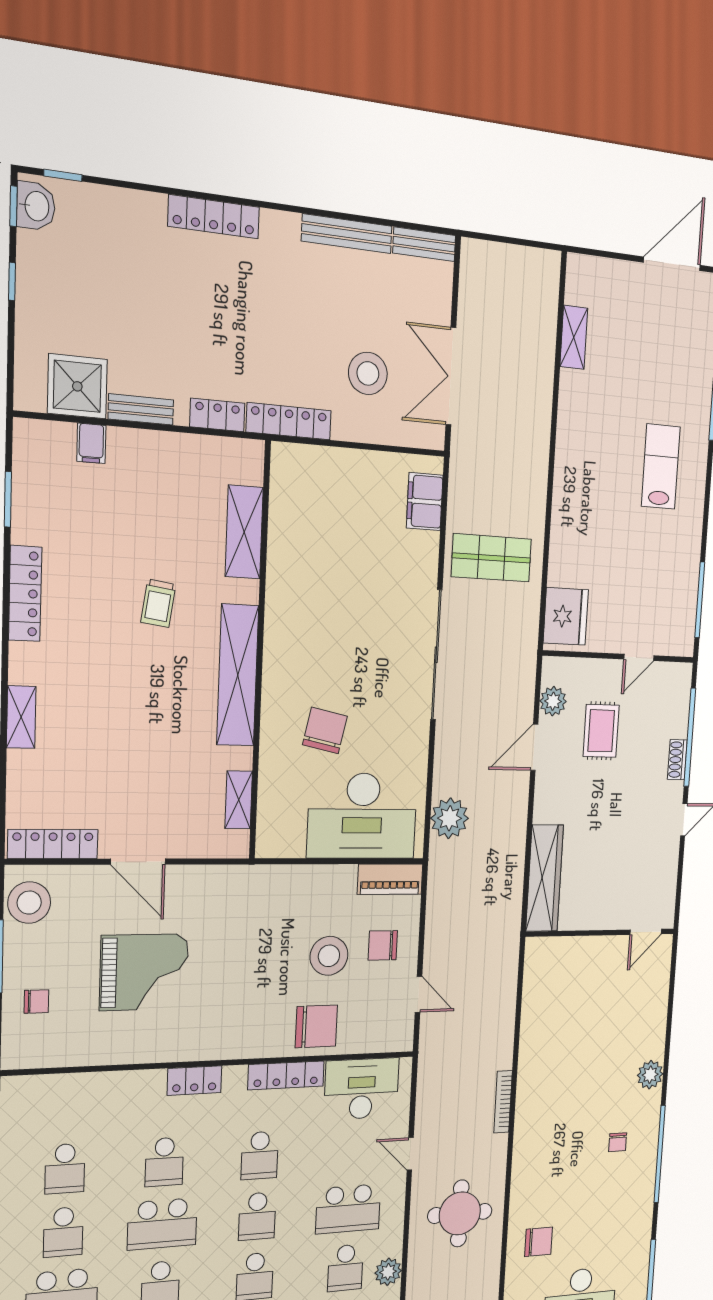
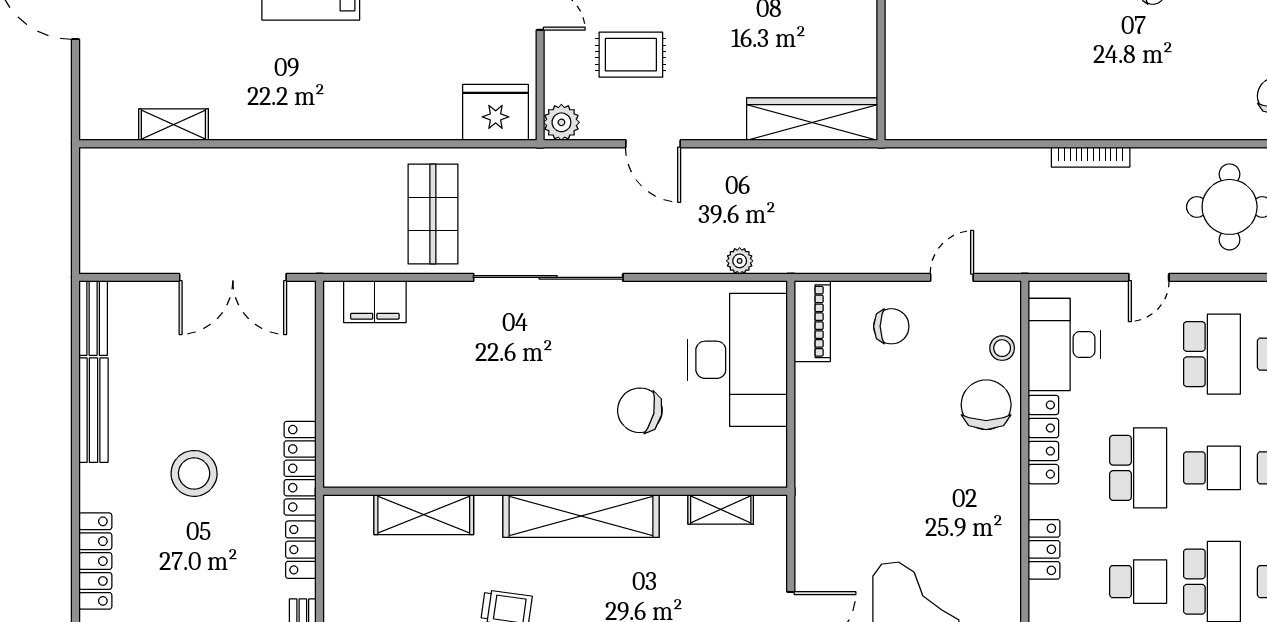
stool: (368, 373) -> (194, 473), moved
plant: (553, 701) -> (561, 122), moved
plant: (450, 818) -> (740, 261), width x0.53, depth x0.53
chair: (383, 945) -> (891, 326), turned -90
stool: (329, 956) -> (1002, 348), moved, width x0.53, depth x0.53
school desk: (260, 1155) -> (1138, 468), width x1.85

